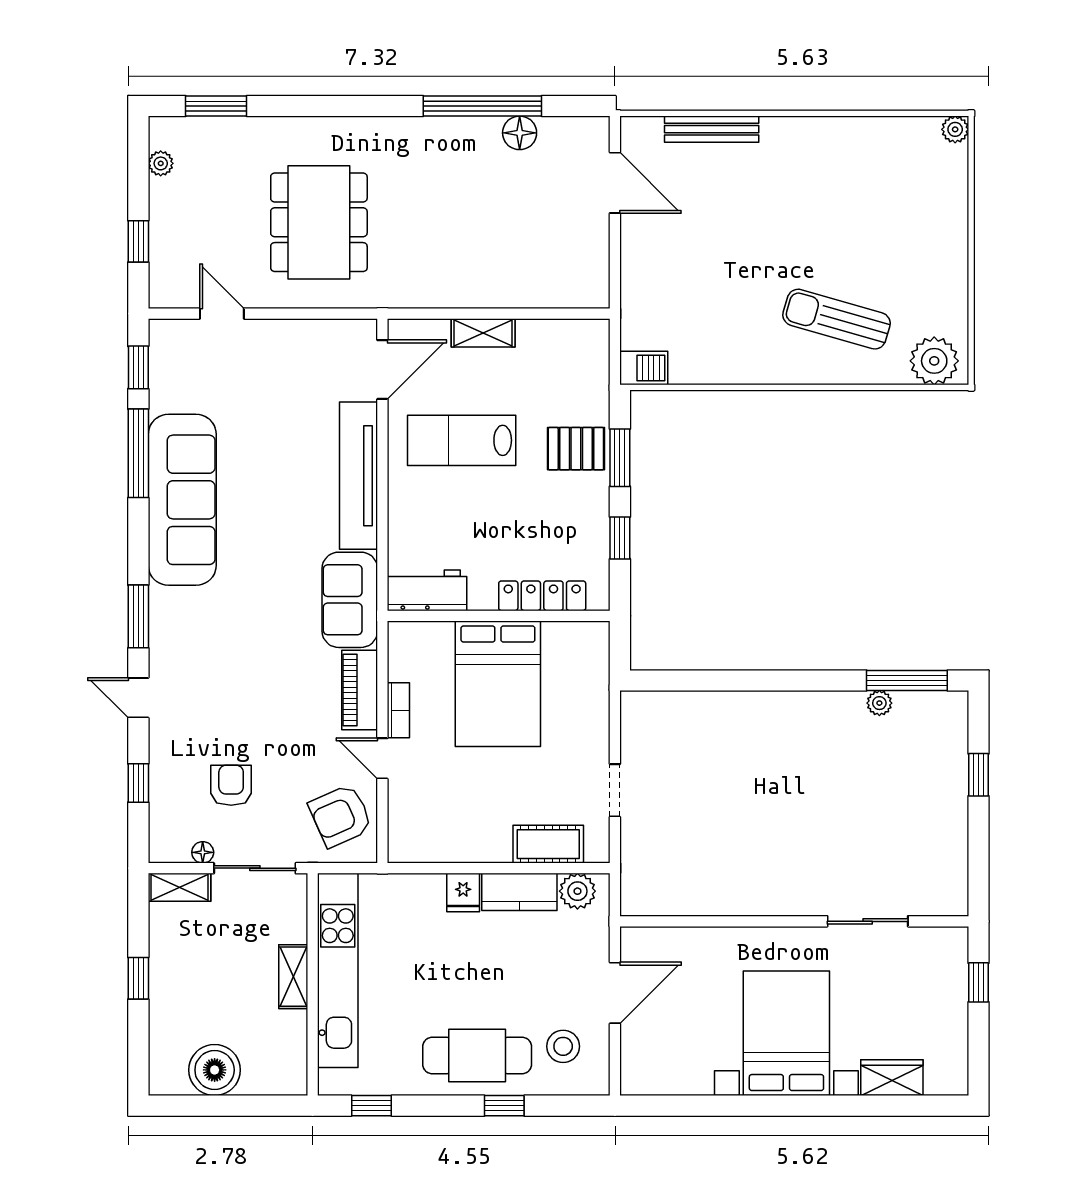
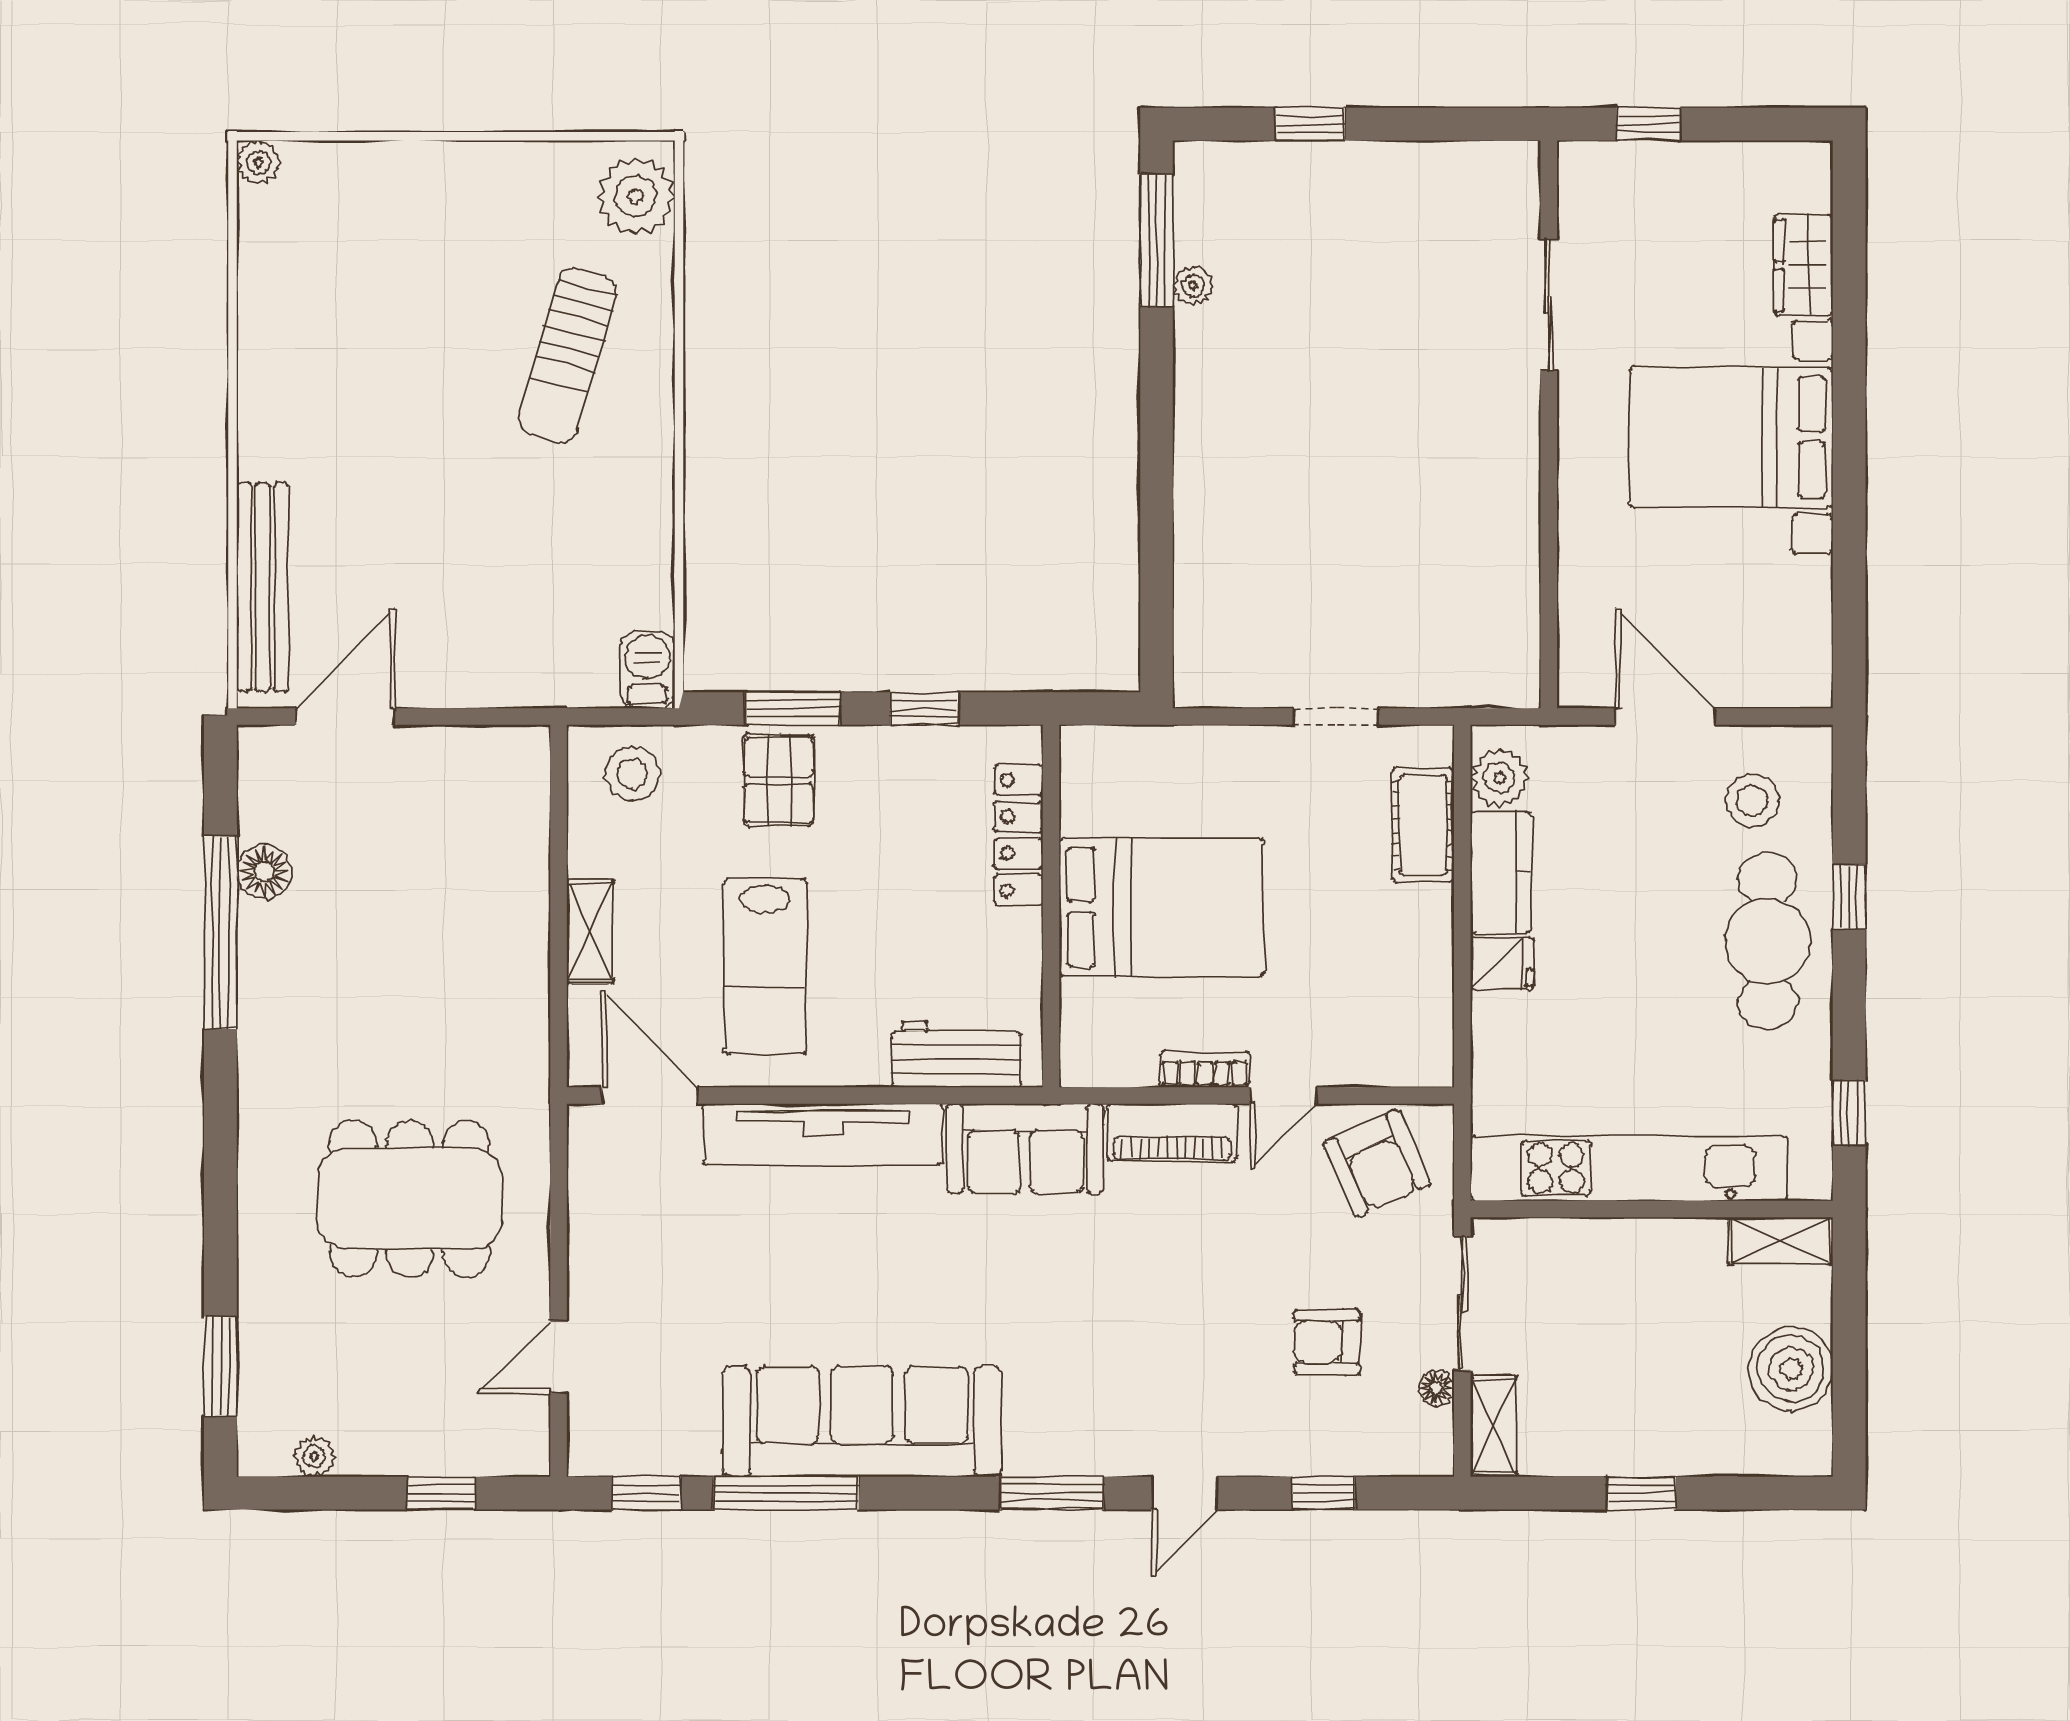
bench: (712, 129) -> (263, 587), width x1.37, depth x1.21
stool: (580, 359) -> (633, 774), added
workbench: (427, 590) -> (956, 1054), moved, turned 90
shelving: (293, 977) -> (1781, 1241), moved

